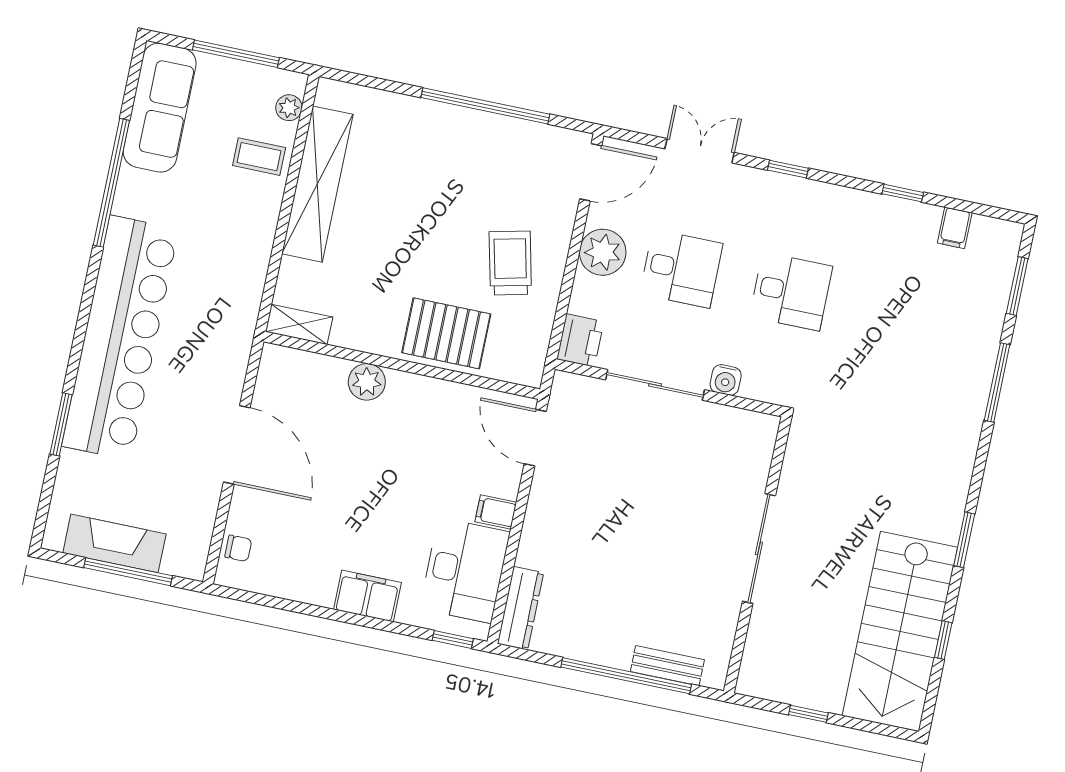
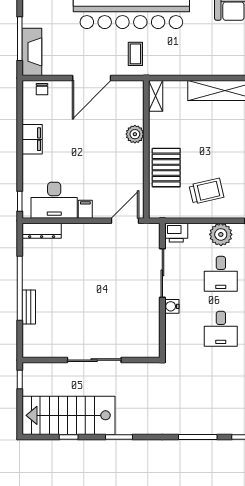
coffee table: (259, 157) -> (135, 54), moved
fireplace: (114, 543) -> (32, 52), moved
sliding door: (759, 548) -> (94, 360), moved
wall: (758, 555) -> (91, 360), moved
filing cabinet: (367, 596) -> (32, 139), moved

